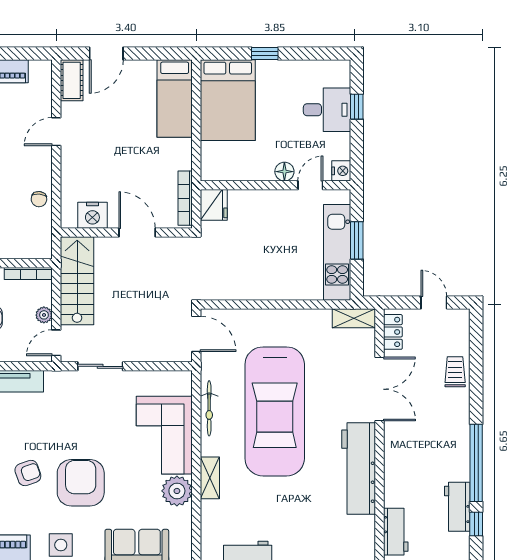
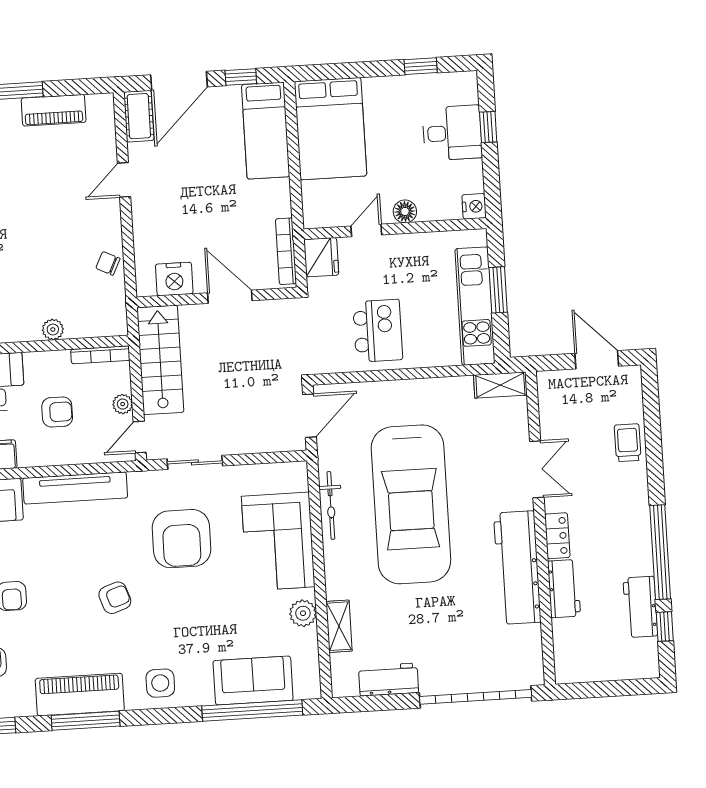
door: (106, 53) -> (179, 81), width x1.36
window: (157, 53) -> (241, 77), added
window: (265, 53) -> (421, 66), moved
door: (310, 185) -> (366, 230), moved
chair: (39, 199) -> (108, 263), turned 110
kitchen island: (256, 268) -> (378, 331), added
door: (434, 302) -> (597, 360), width x1.38
locker: (393, 332) -> (557, 536), moved
door: (196, 334) -> (310, 416), hinge flipped
double door: (379, 389) -> (537, 469), width x0.73
shelving: (210, 478) -> (339, 626), moved
armchair: (81, 483) -> (181, 539), moved, turned 180
plant: (177, 491) -> (303, 613), width x0.73, depth x0.73
workbench: (396, 532) -> (564, 589), moved

